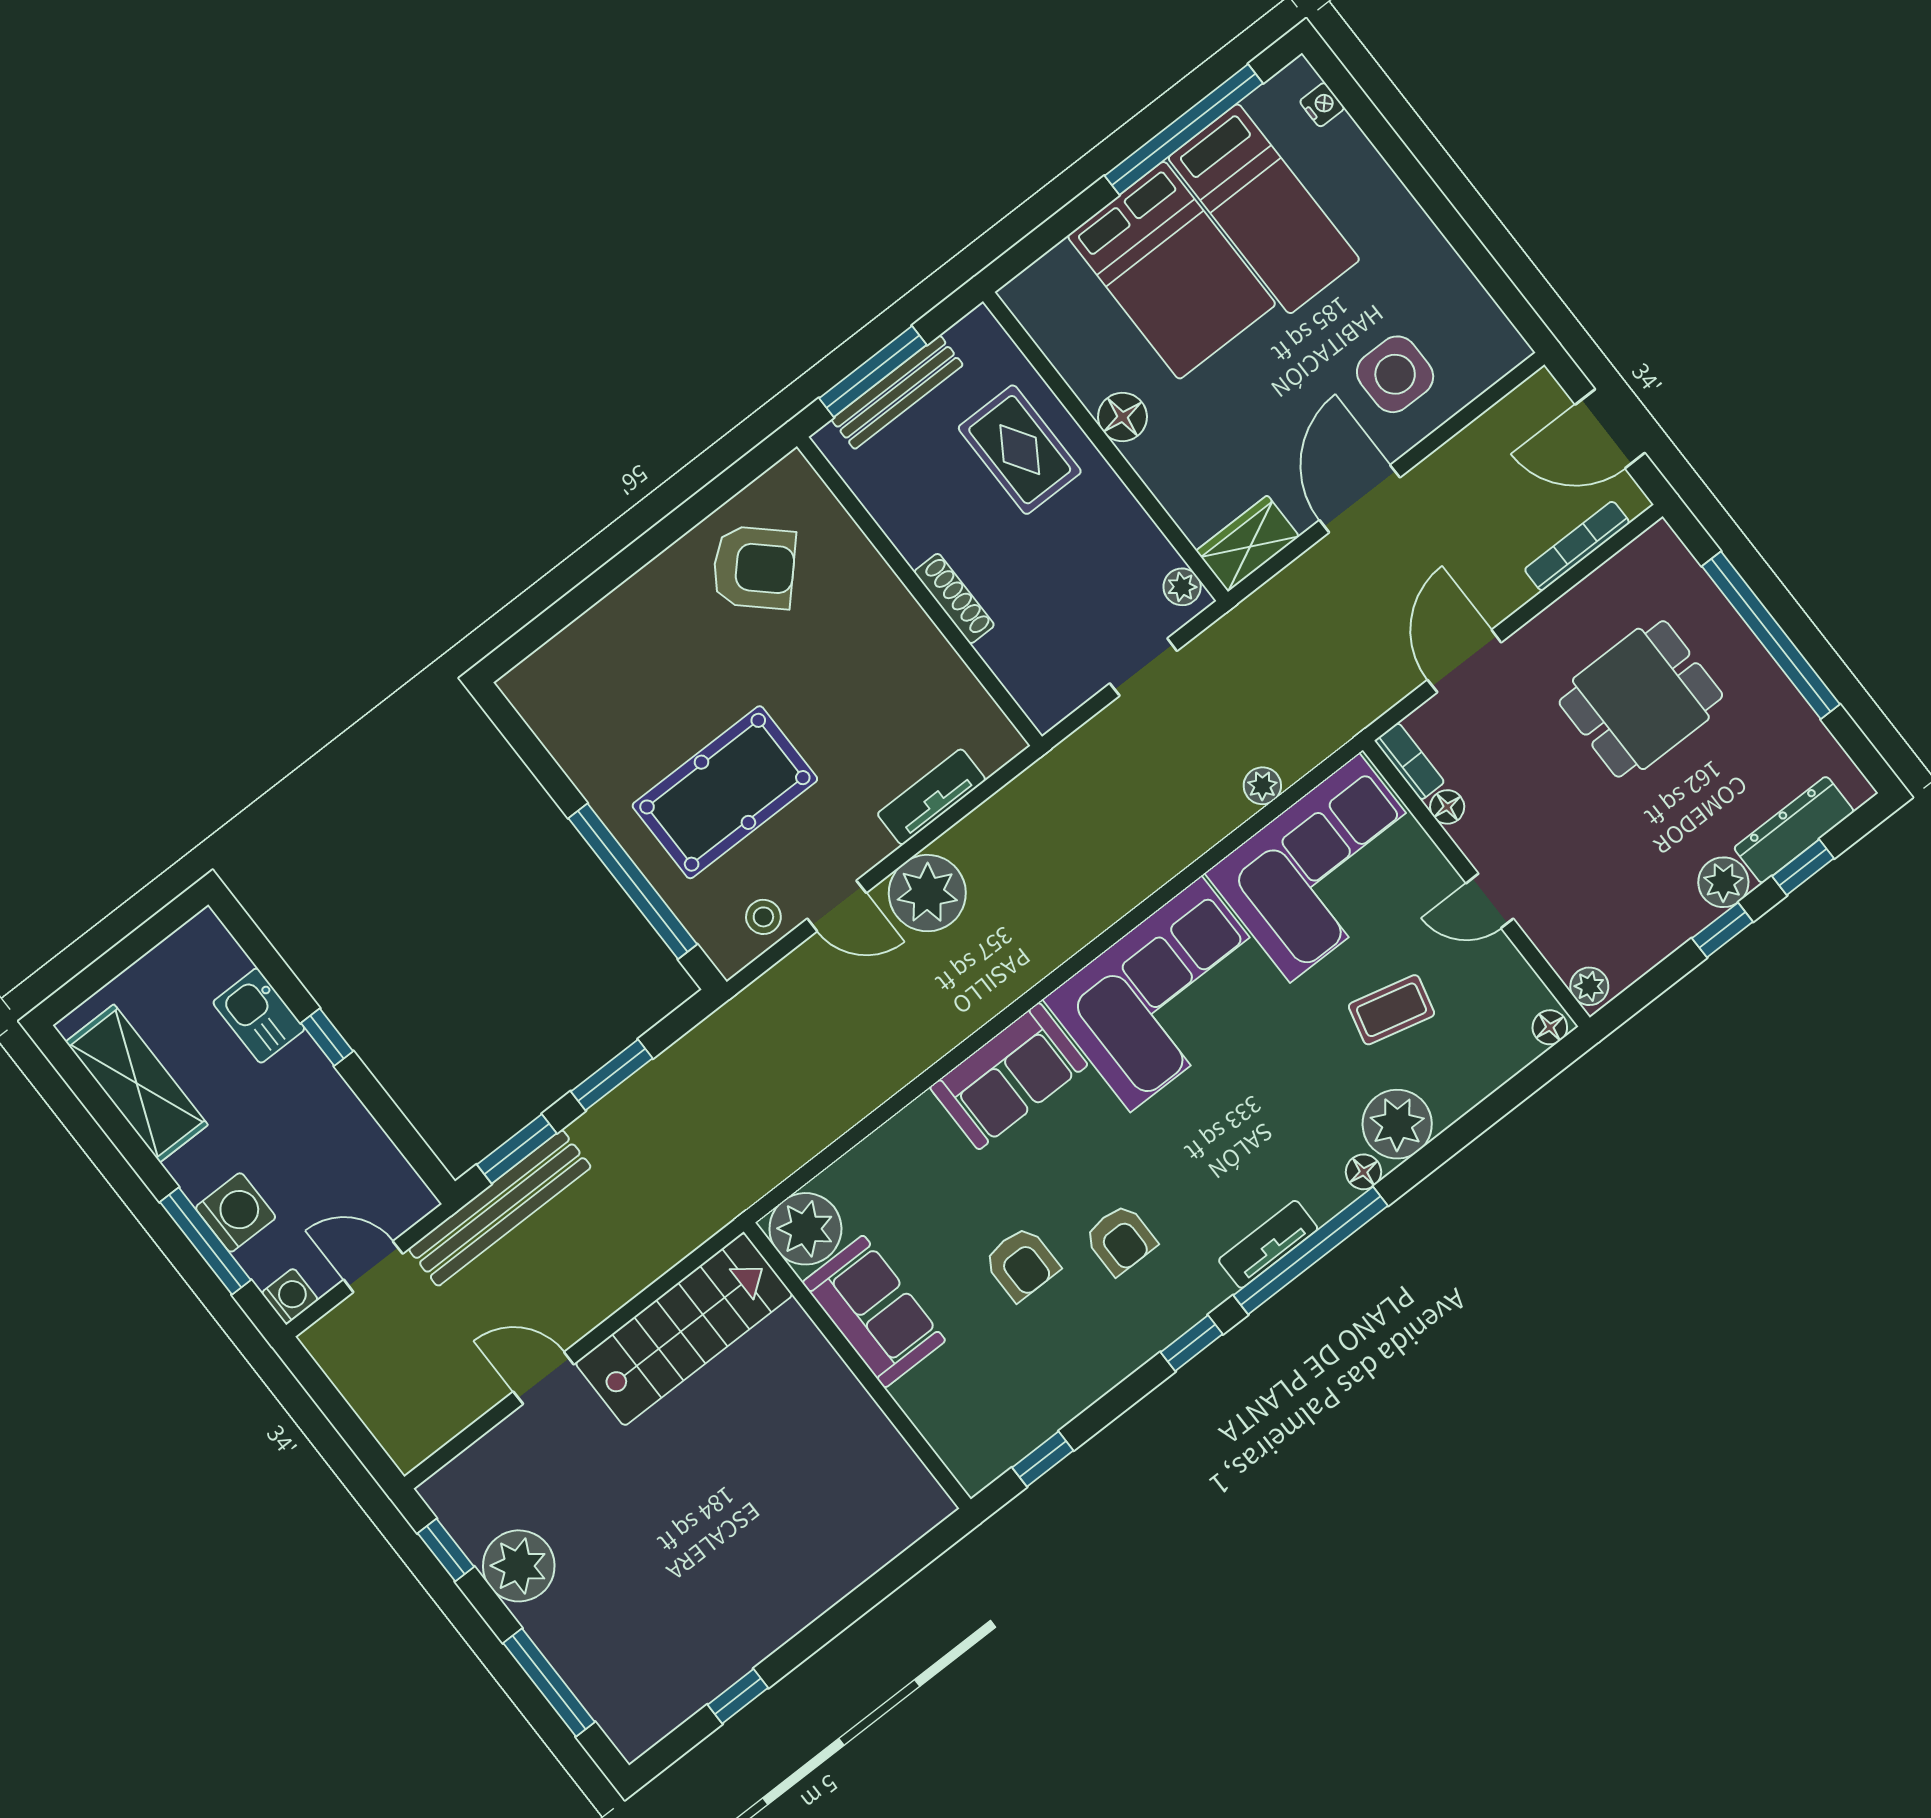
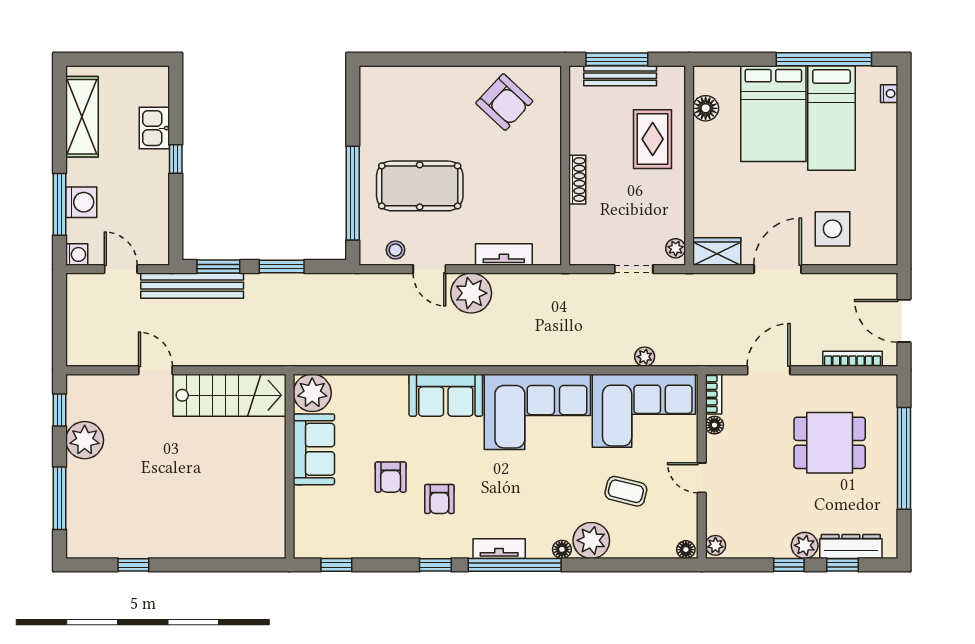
floor lamp: (1122, 417) -> (706, 108), moved

